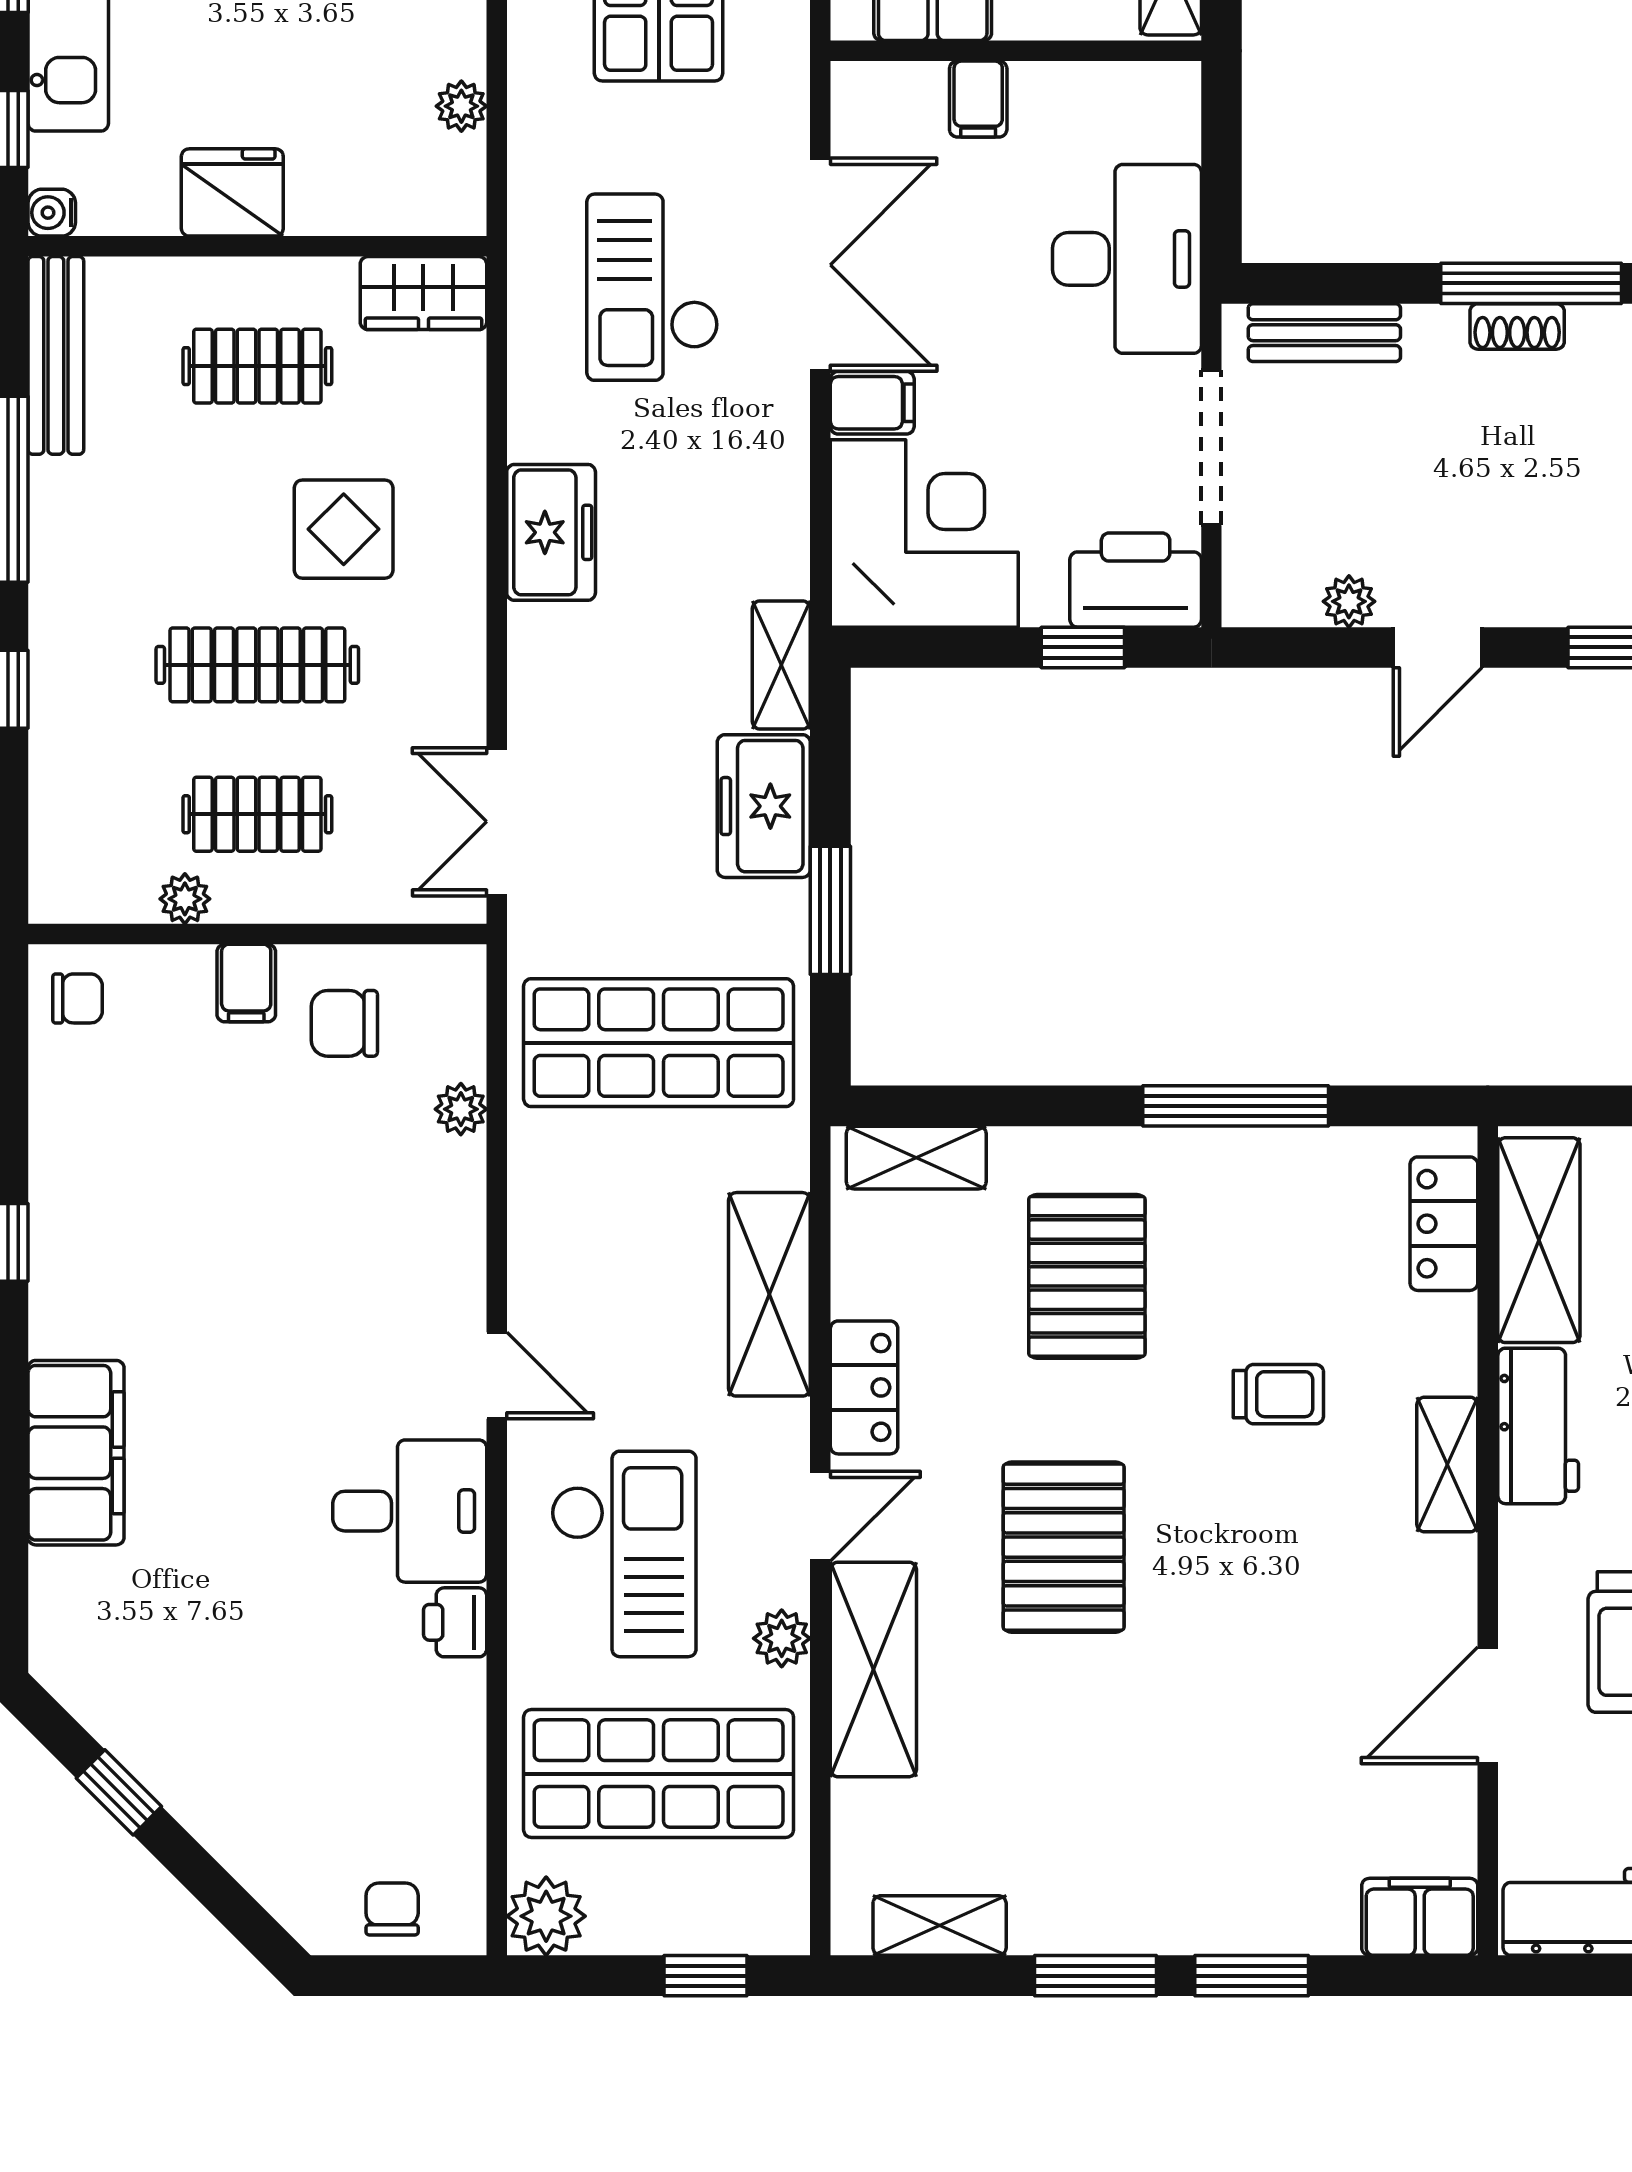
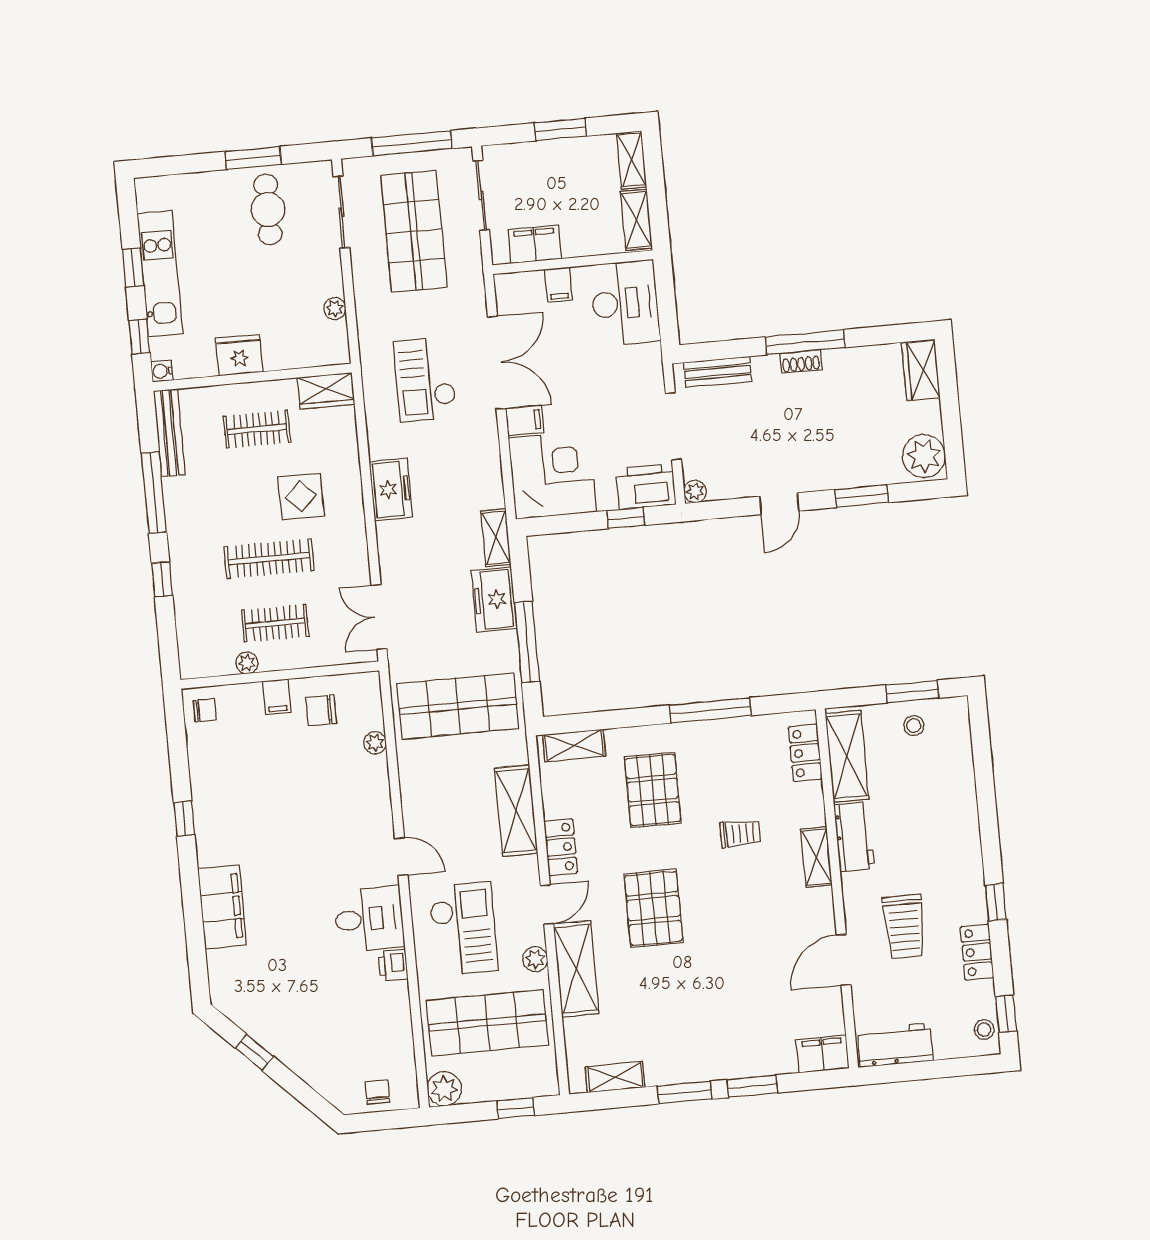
desk: (1127, 259) -> (625, 303), moved
plant: (1349, 601) -> (695, 491), moved
window: (830, 910) -> (527, 642), width x1.44

